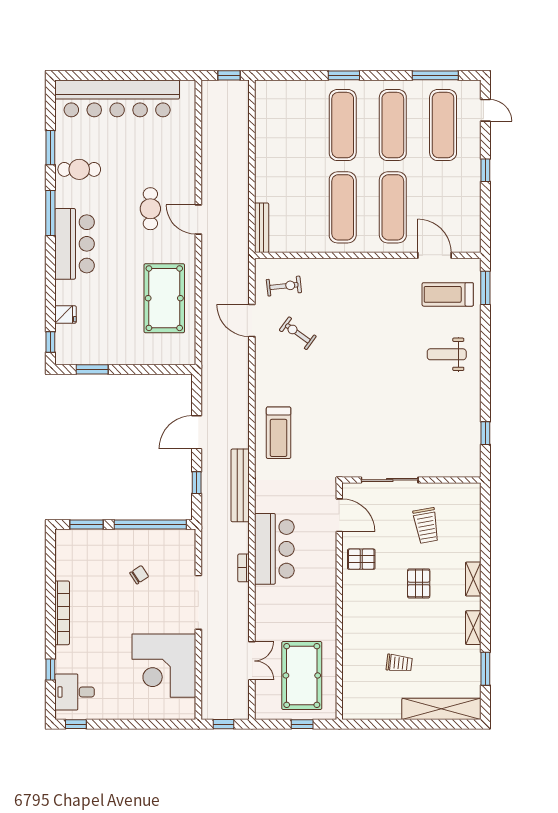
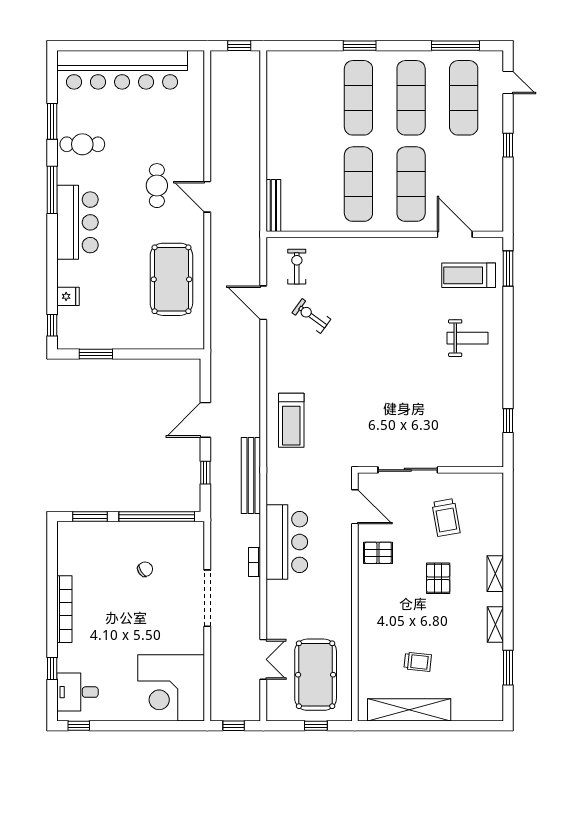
exercise bike: (284, 286) -> (297, 267), turned -84
weight bench: (447, 354) -> (467, 338), turned 180
corner desk: (164, 666) -> (171, 688), moved
shelving: (441, 709) -> (409, 710), moved

